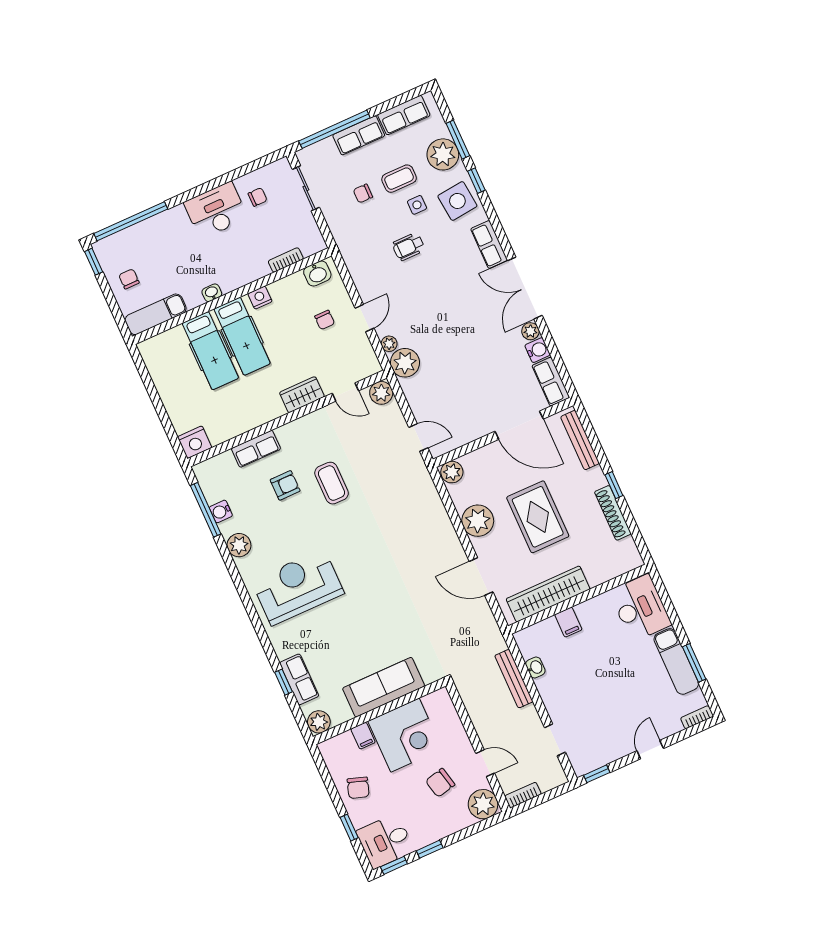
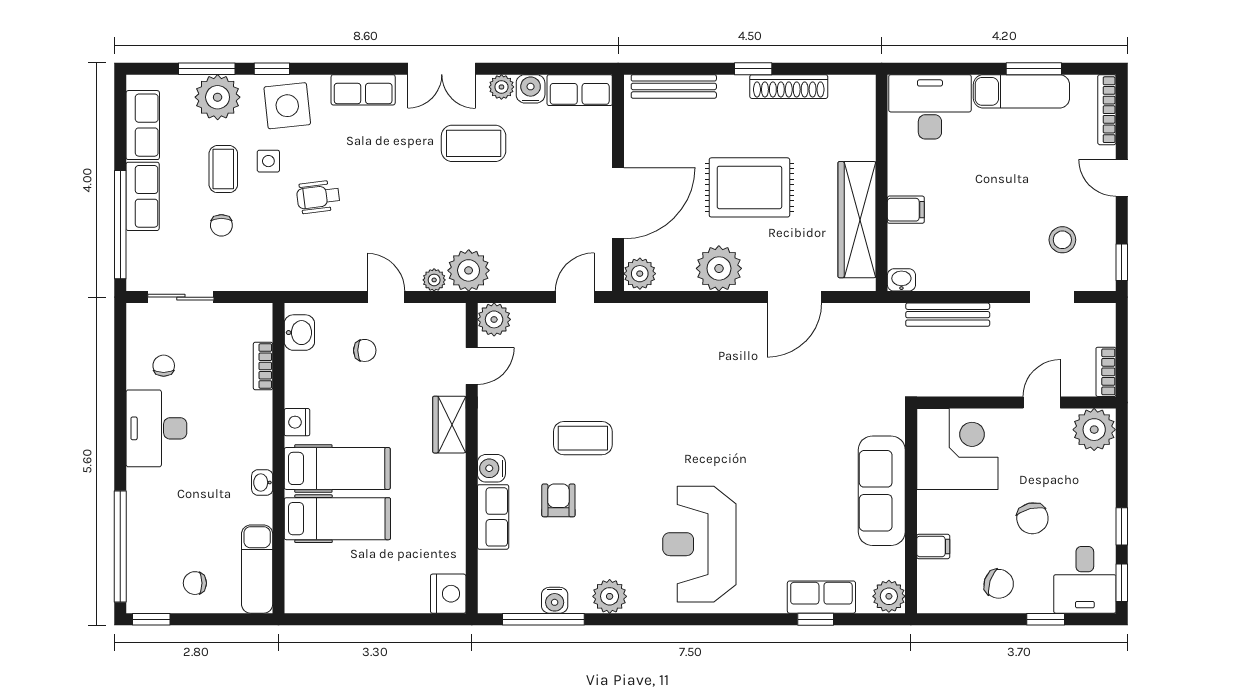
wheelchair: (409, 247) -> (318, 197), turned 83
double door: (525, 288) -> (442, 69), width x0.73
coffee table: (487, 330) -> (474, 143), added
door: (519, 425) -> (618, 203), moved
water cooler: (286, 434) -> (491, 468), added
washbasin: (535, 668) -> (901, 280), moved
bookcase: (697, 717) -> (1107, 110), width x1.56
stool: (594, 730) -> (1062, 240), added
corner desk: (405, 735) -> (957, 449), moved
chair: (440, 783) -> (1032, 518), moved

